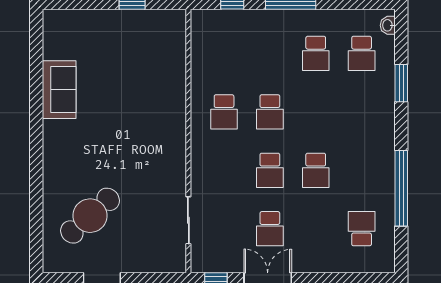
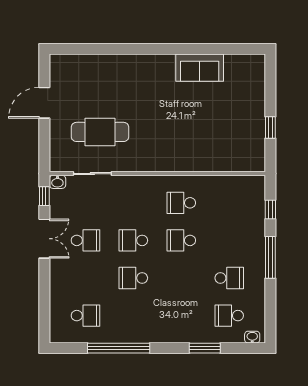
school desk: (316, 53) -> (229, 278), turned 180
cafe table: (90, 216) -> (100, 132), moved, turned -48
school desk: (270, 229) -> (85, 240), turned 180
washbasin: (198, 263) -> (57, 182), added

